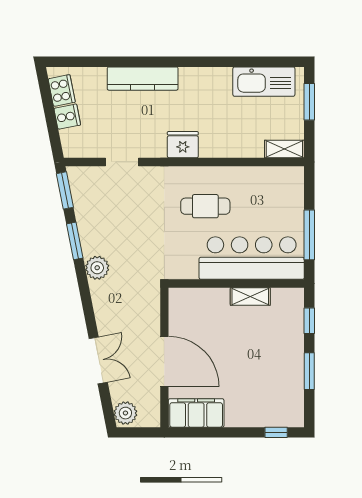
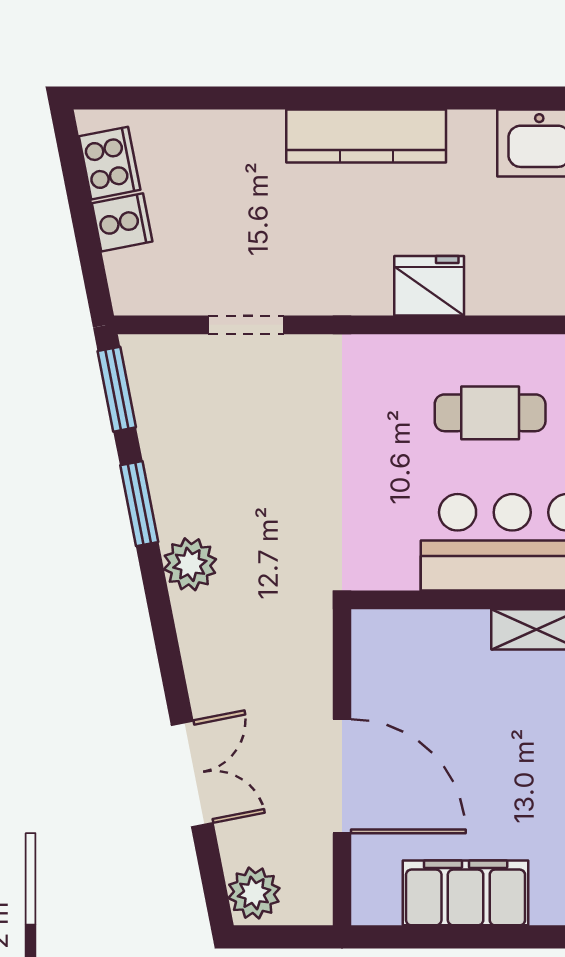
kitchen counter: (143, 79) -> (366, 136), moved
fridge: (183, 145) -> (429, 286), moved
cafe table: (205, 206) -> (490, 413), moved
filing cabinet: (196, 413) -> (466, 893), moved

